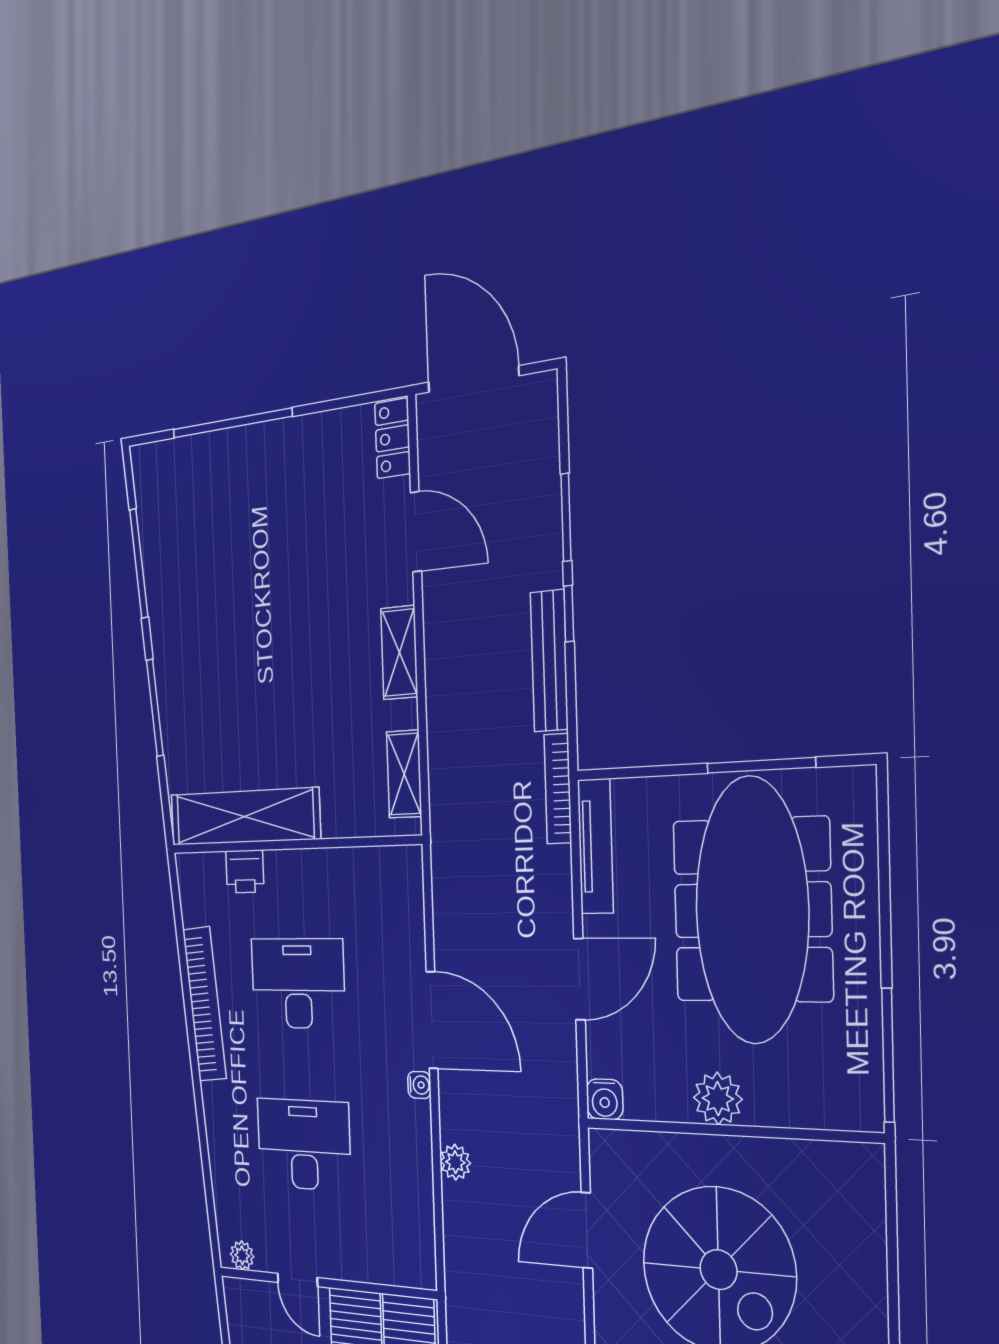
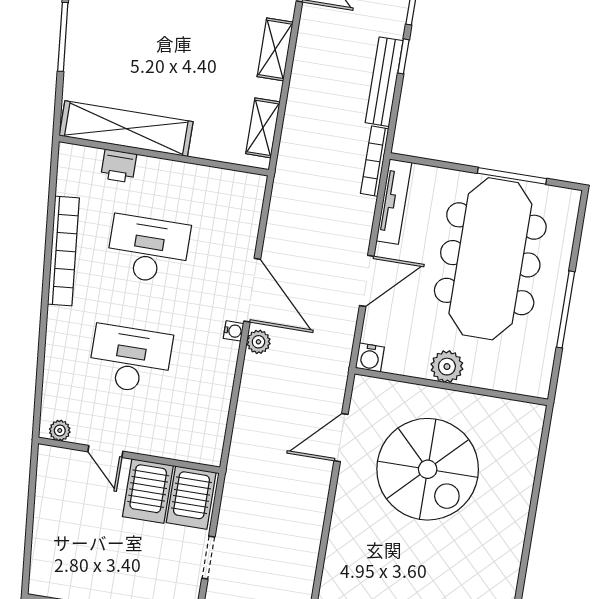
window: (888, 1055) -> (566, 309), moved
plant: (455, 1162) -> (258, 342), moved

